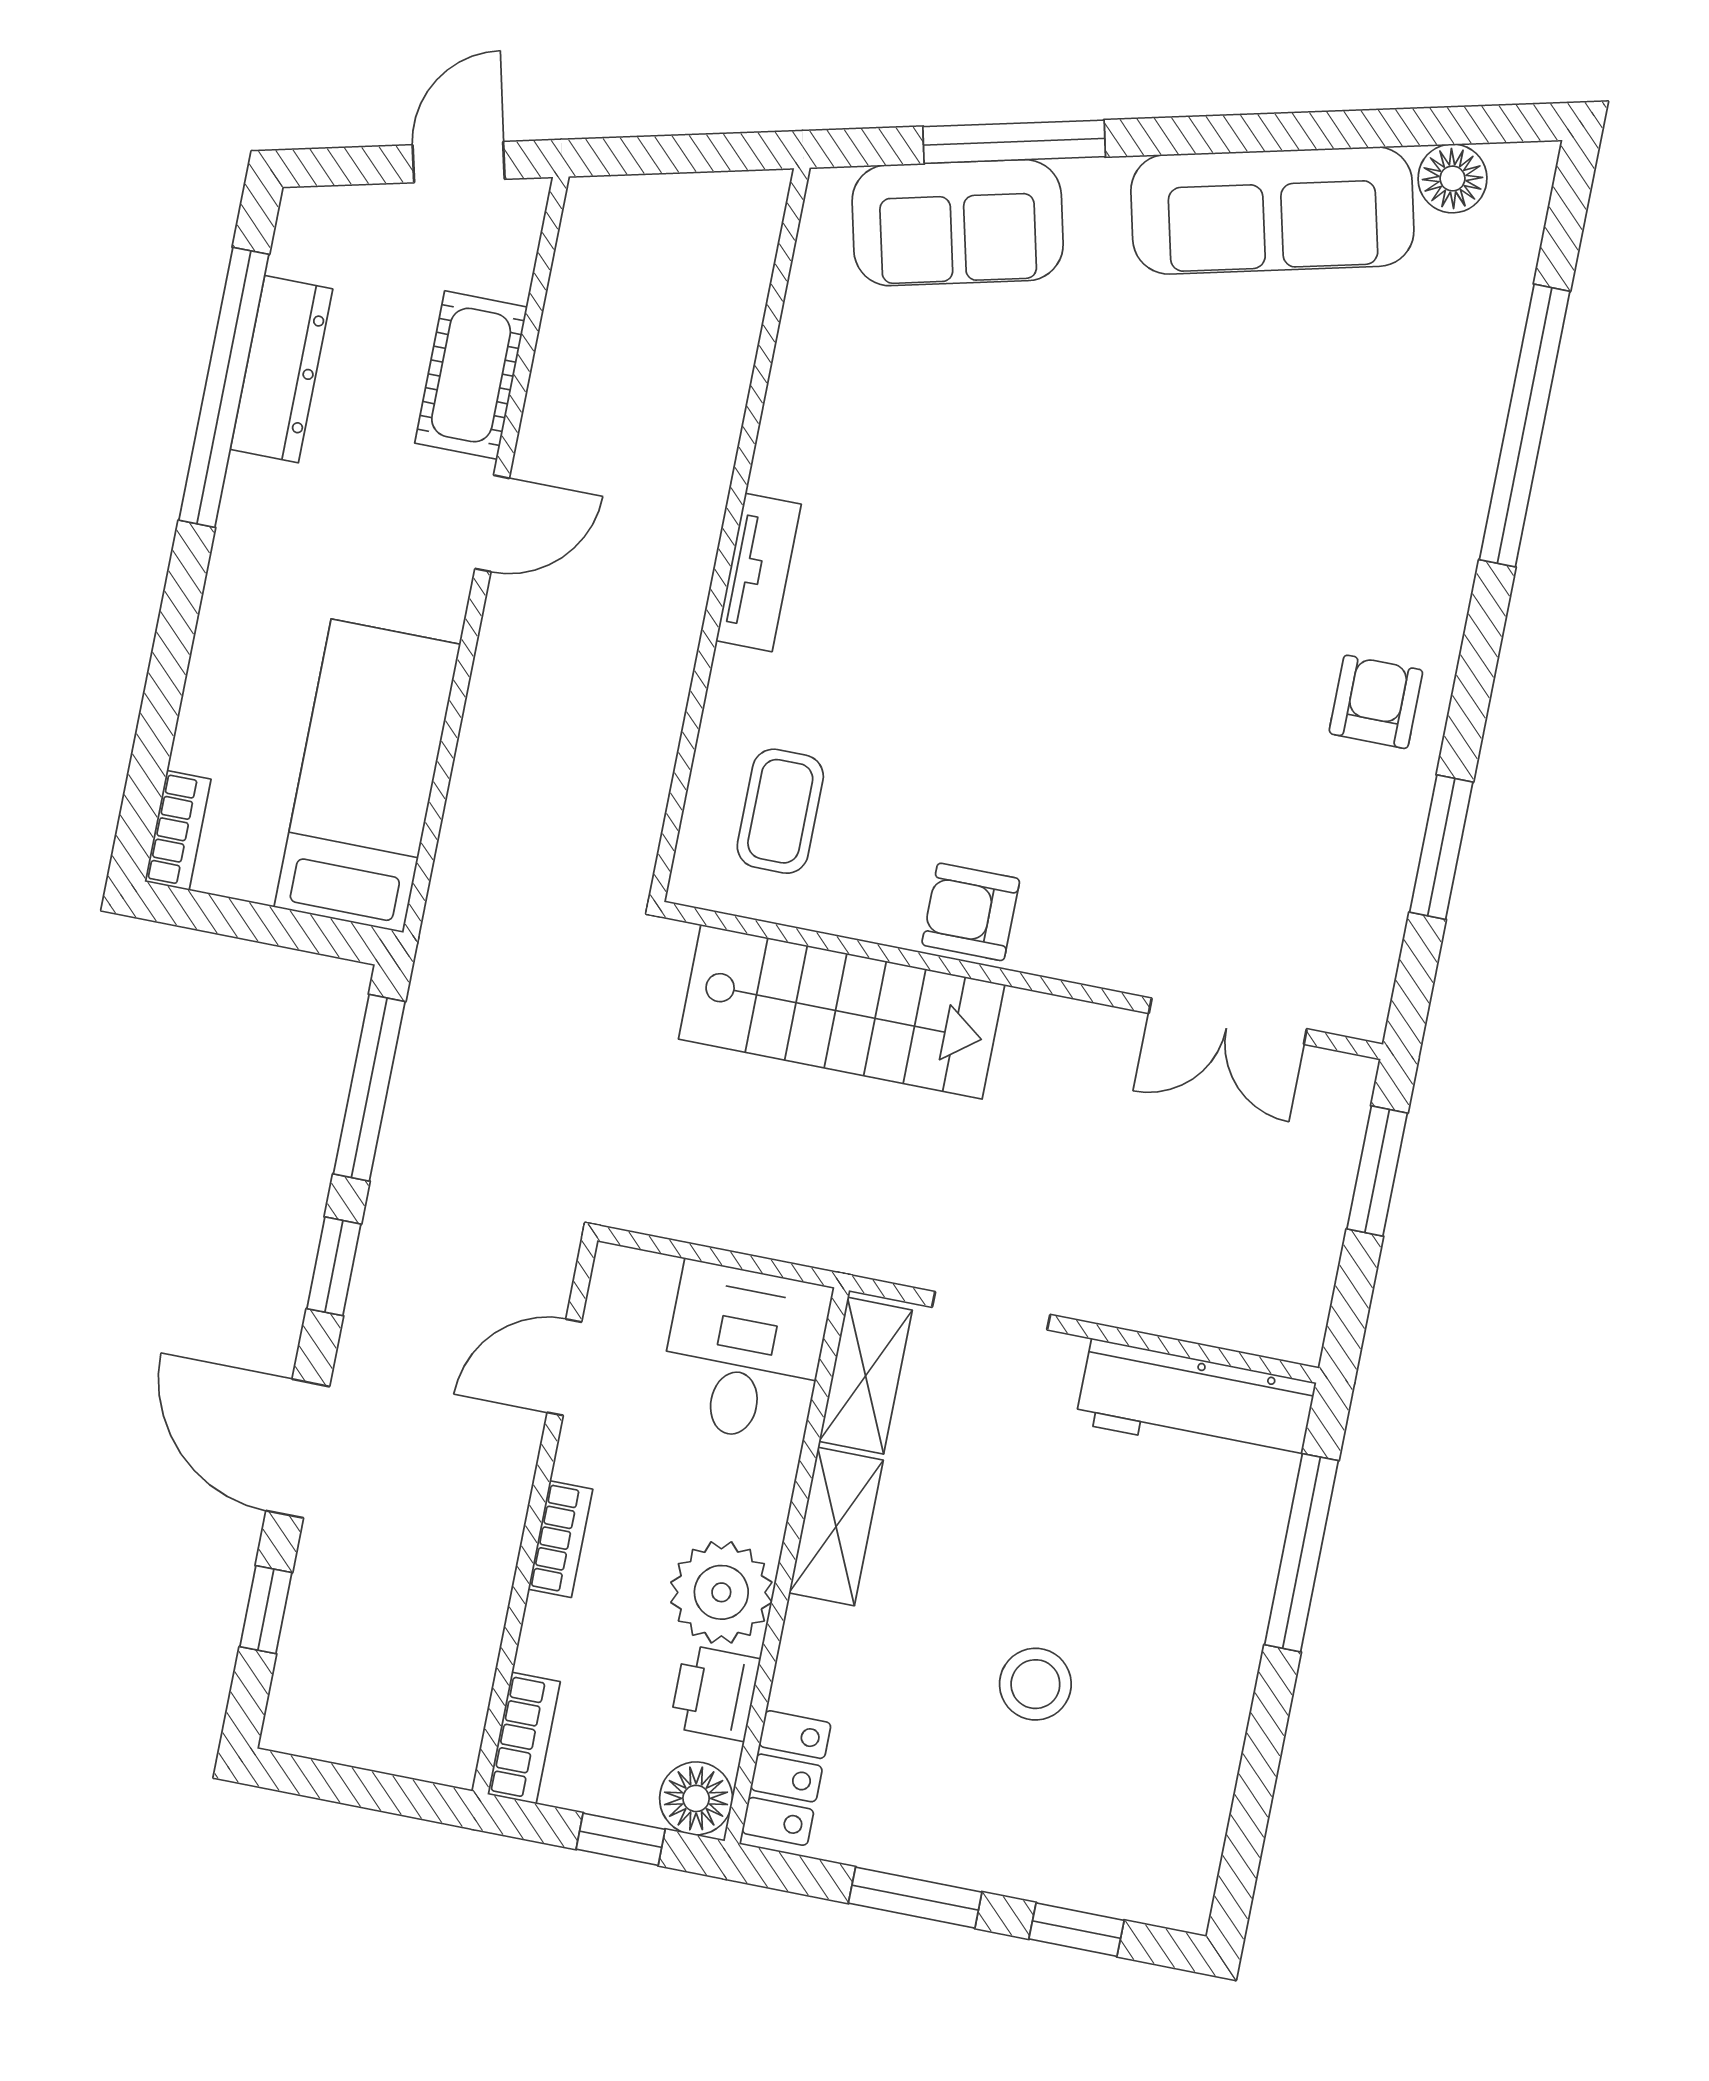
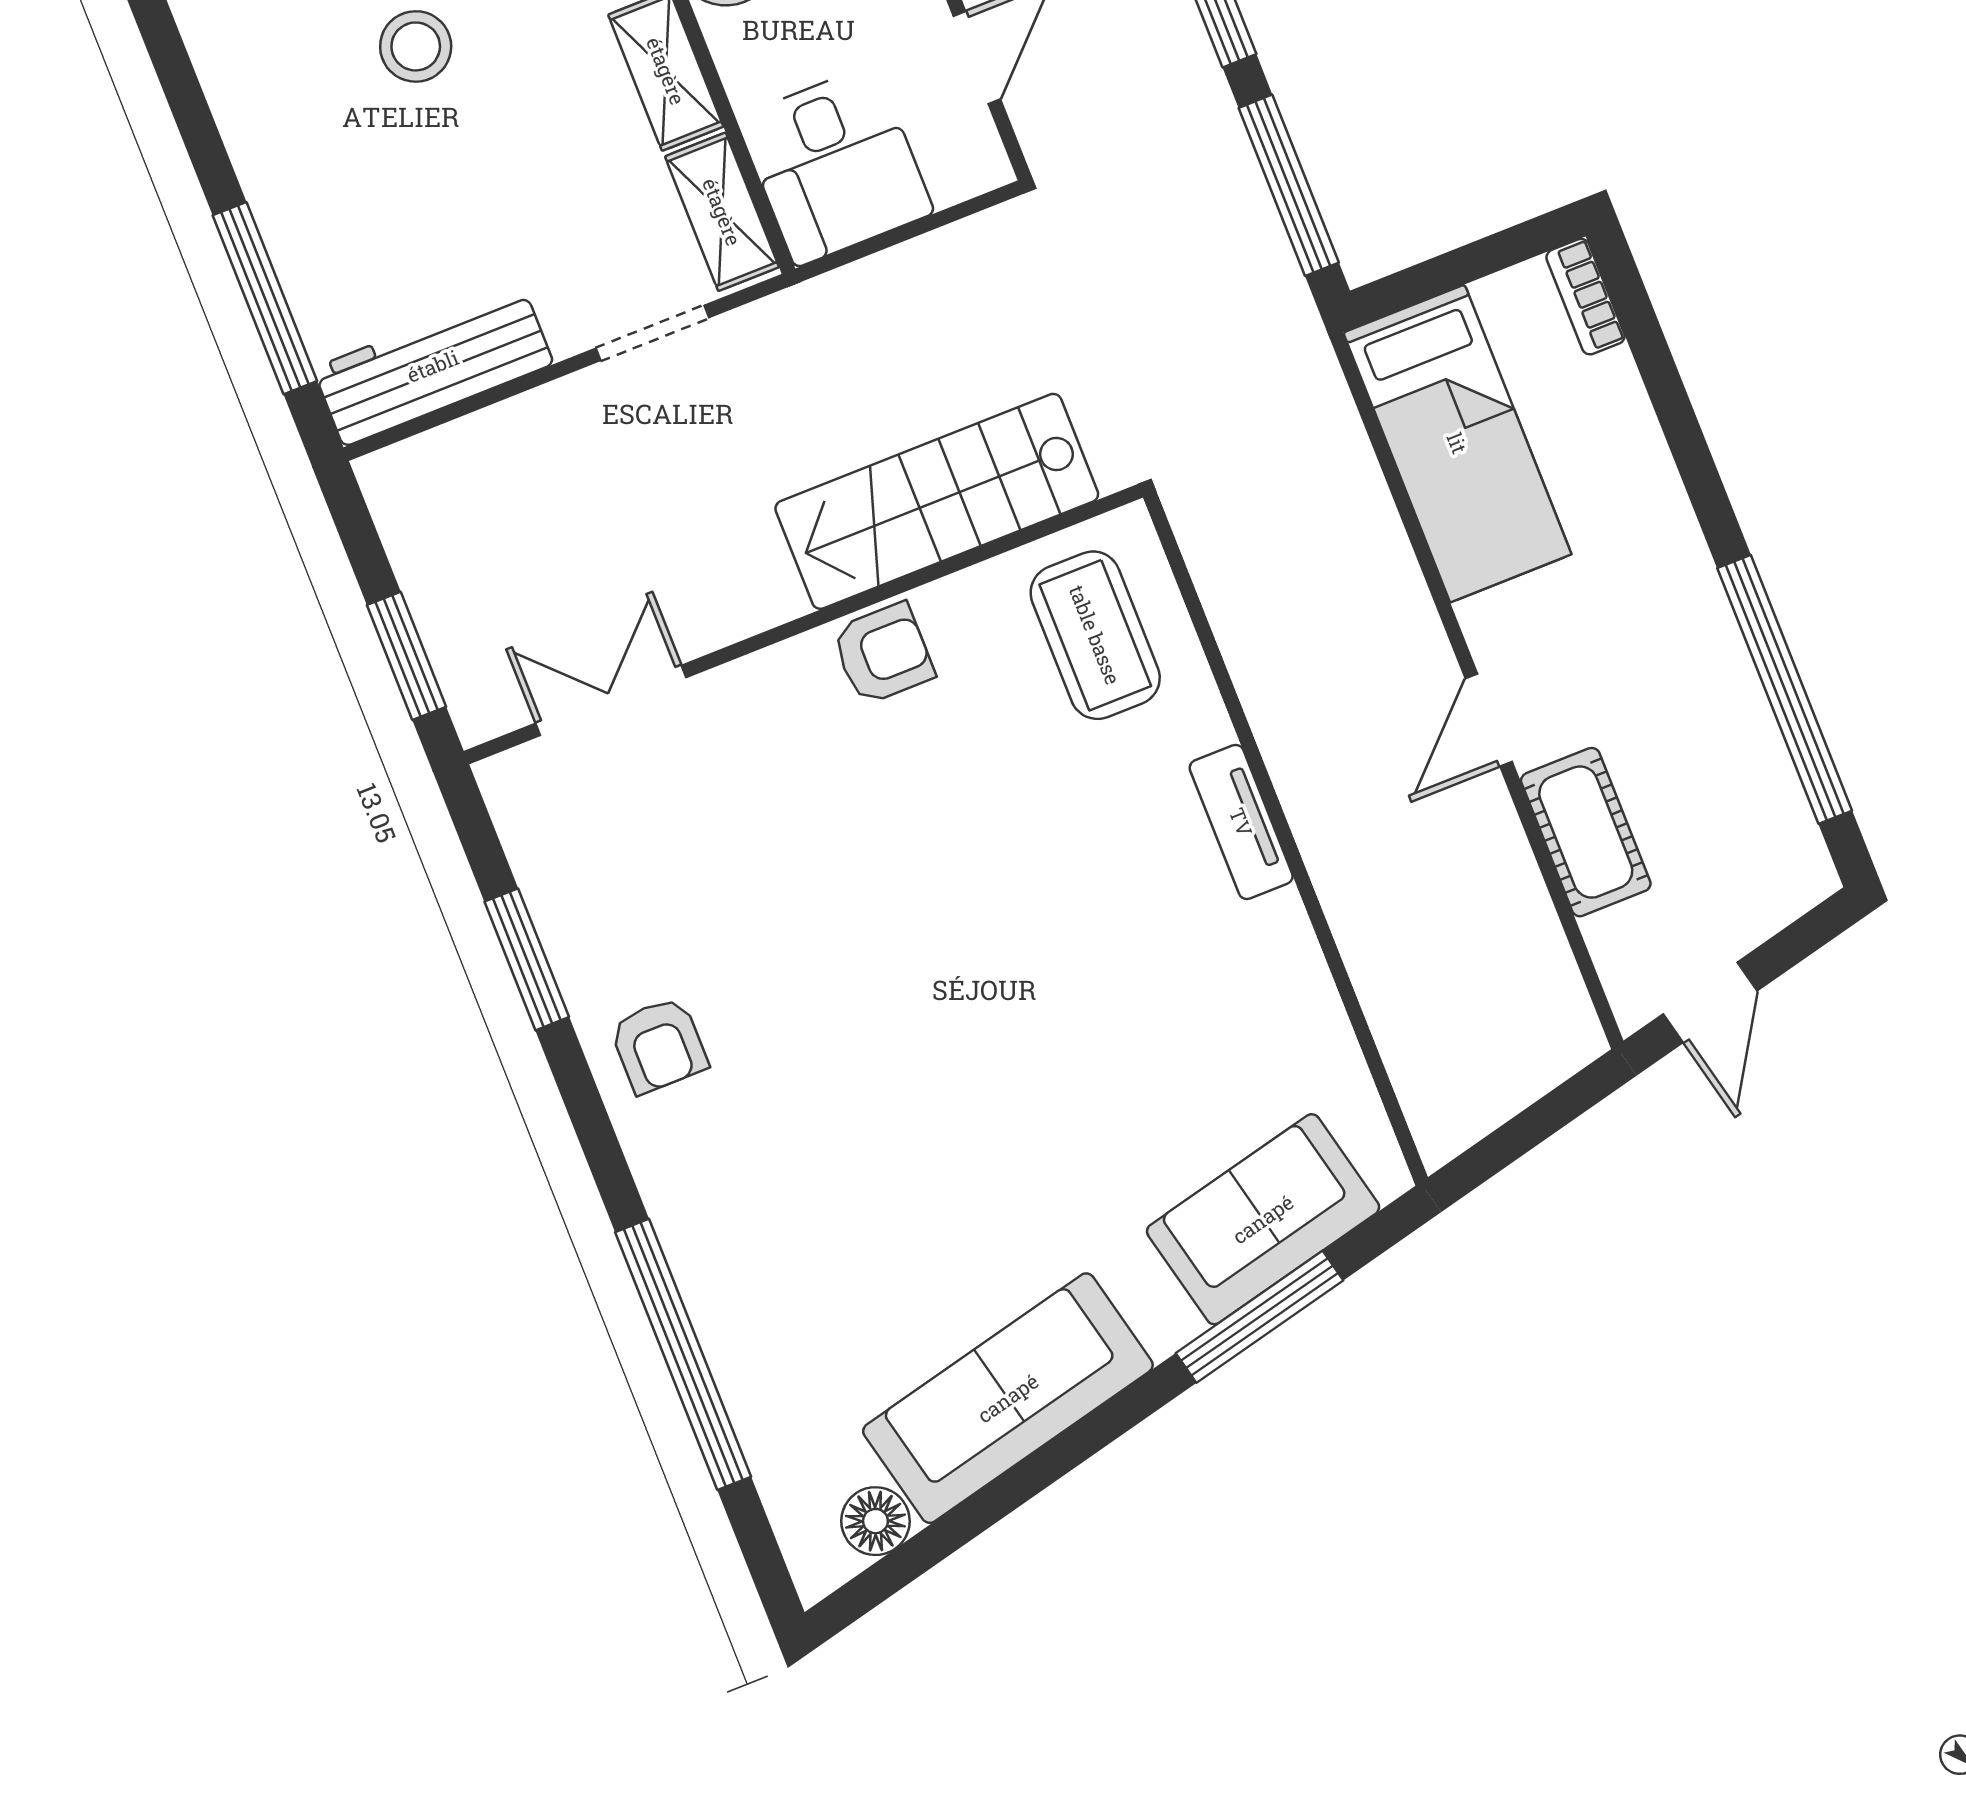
dresser: (281, 369) -> (1746, 735), removed
coffee table: (780, 811) -> (1095, 635), width x1.36, depth x1.30

